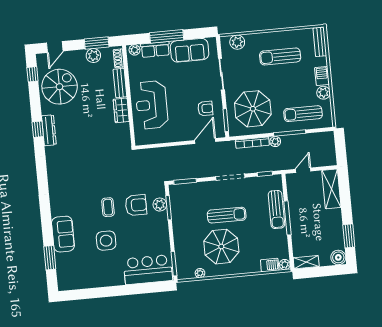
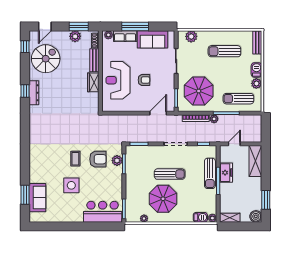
armchair: (205, 108) -> (144, 80), moved
freezer: (296, 207) -> (226, 173), added
sofa: (63, 234) -> (37, 198), moved

